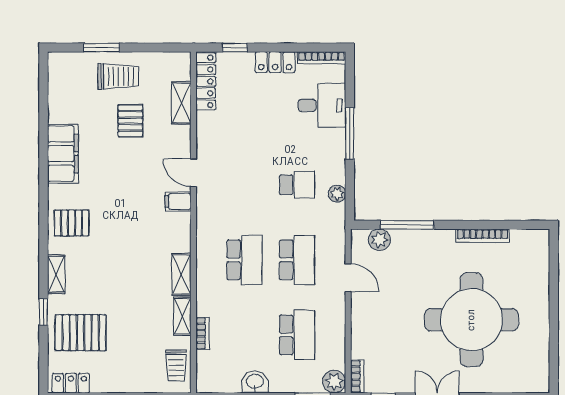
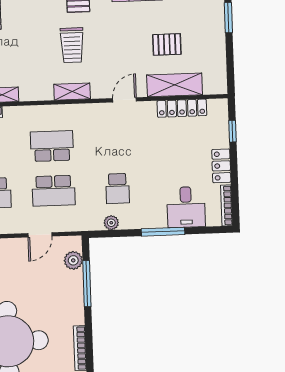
trolley: (118, 76) -> (72, 45), moved
locker: (206, 81) -> (182, 108), moved
shelving: (181, 103) -> (175, 85), width x1.50, depth x1.33
filing cabinet: (178, 201) -> (100, 88), removed
school desk: (244, 260) -> (52, 146), turned 180
shelving: (181, 274) -> (72, 92), moved

